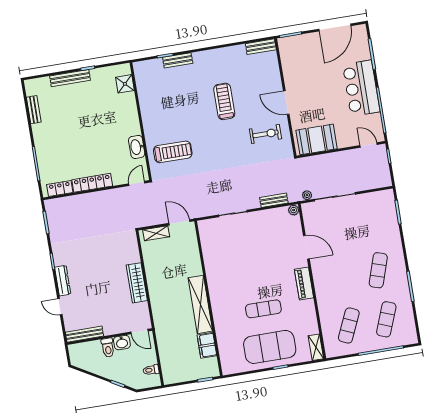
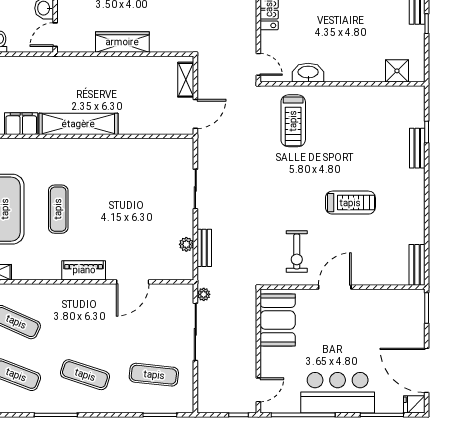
fridge: (360, 32) -> (414, 404), added
plant: (294, 210) -> (186, 244), moved
exercise mat: (370, 221) -> (154, 375), added

